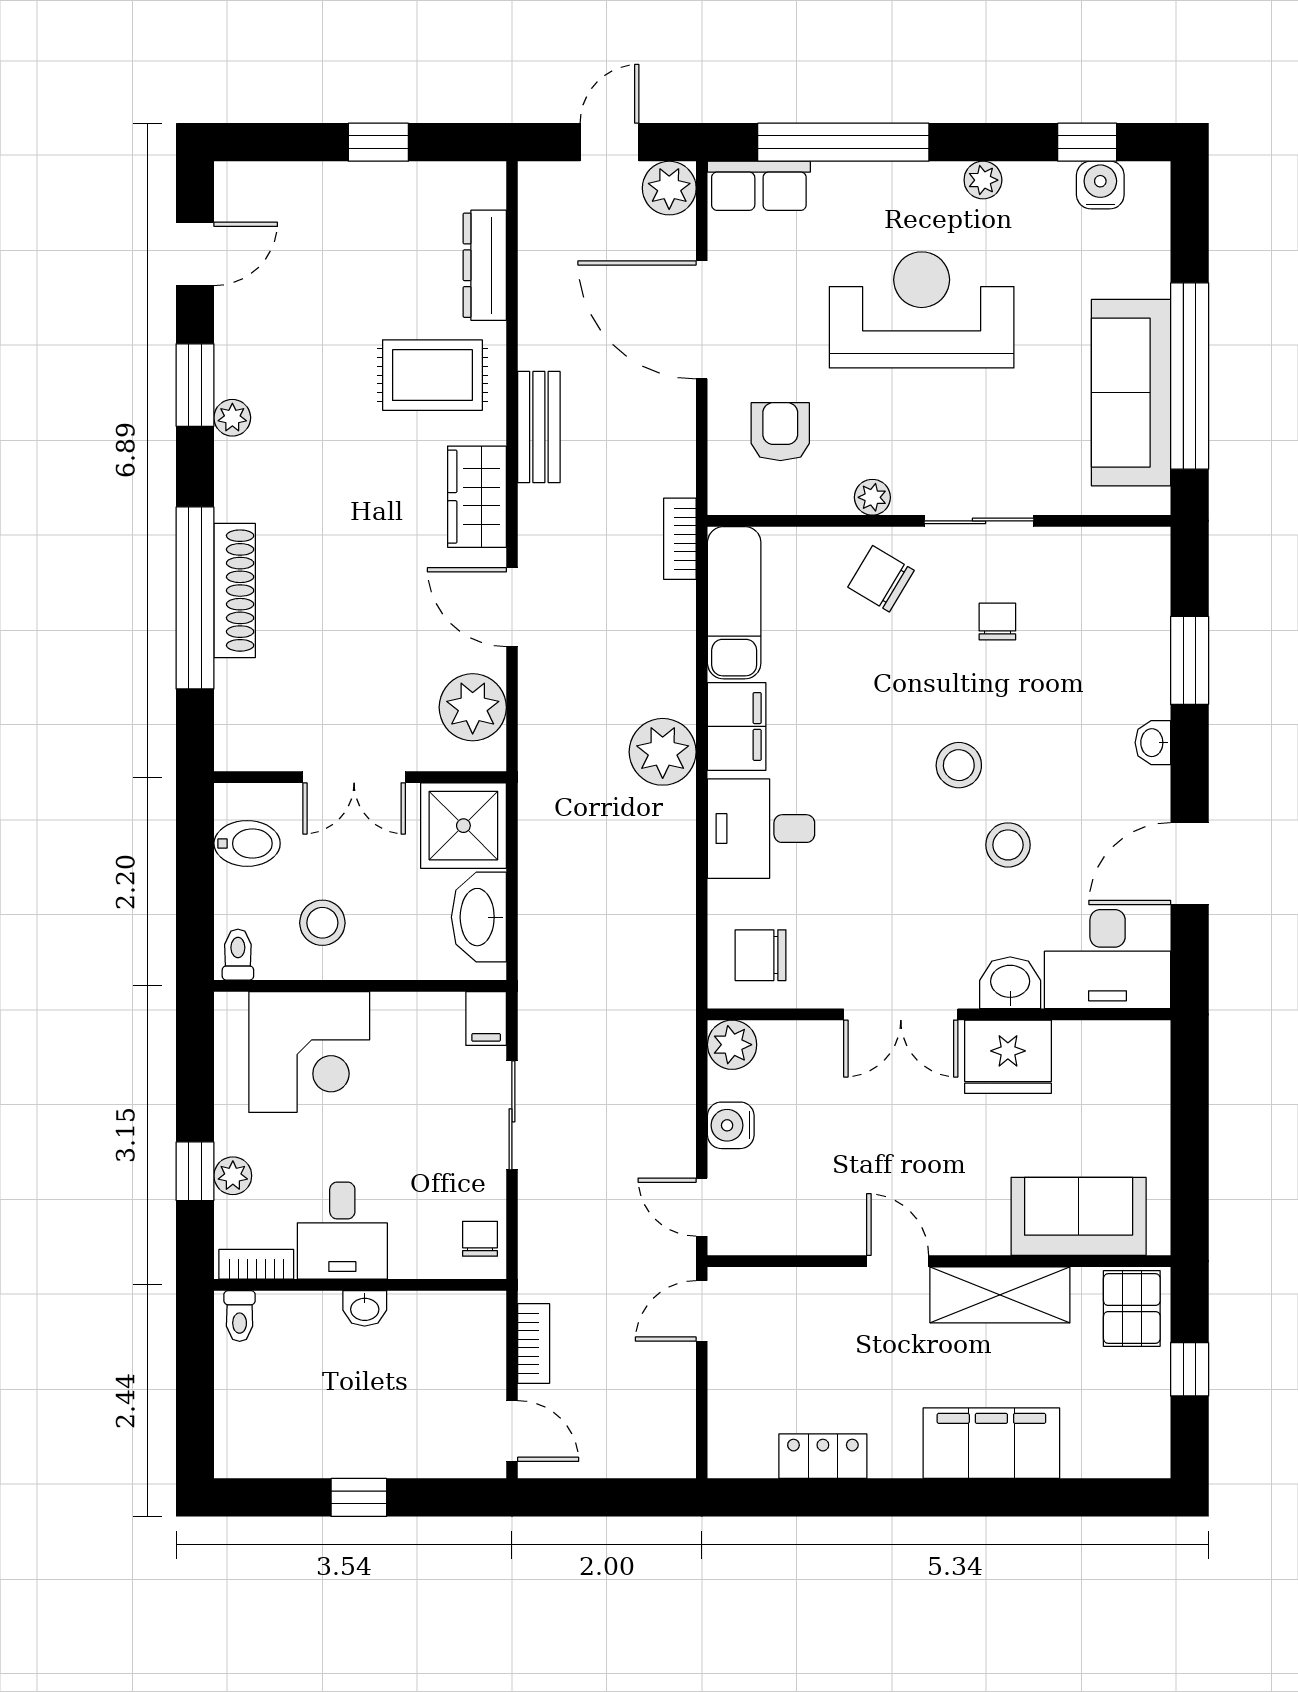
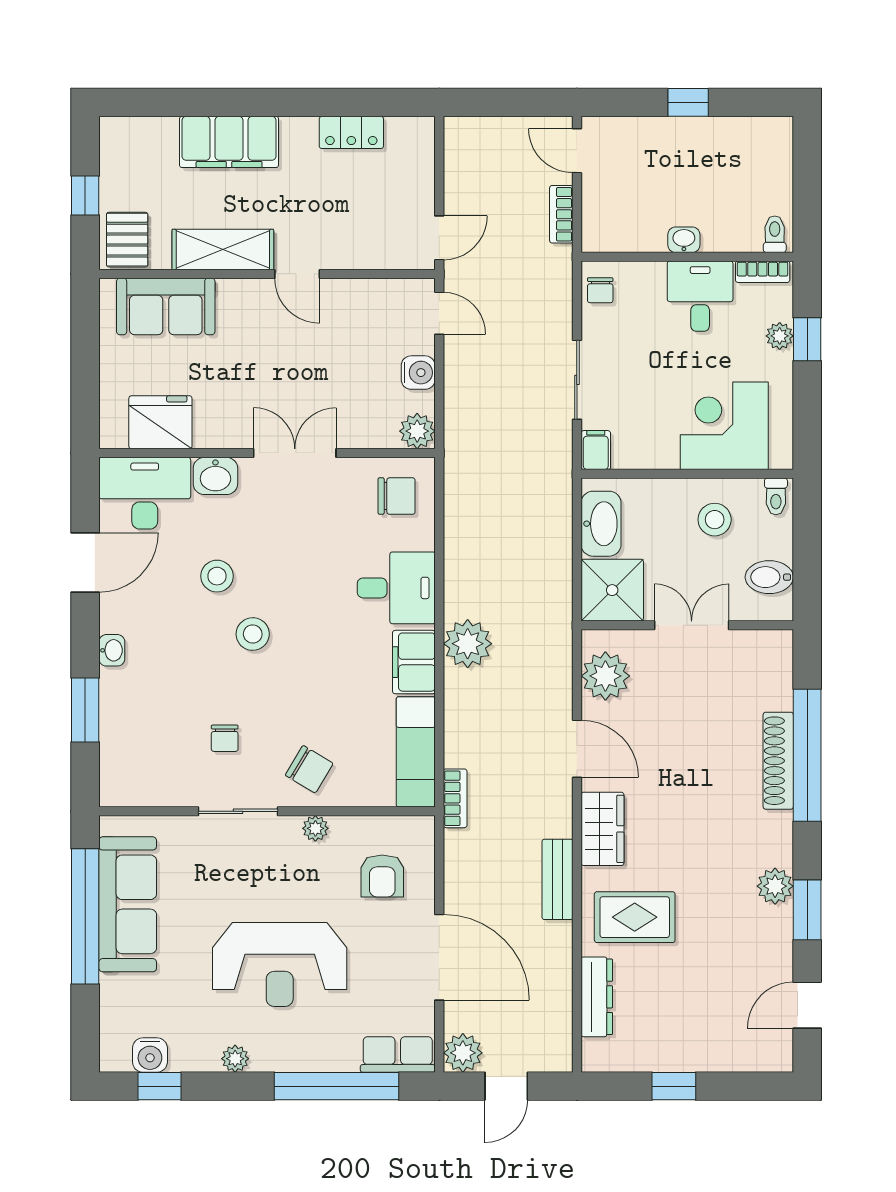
plant: (232, 418) -> (775, 886), width x1.38, depth x1.38
fridge: (1008, 1057) -> (160, 422), moved

